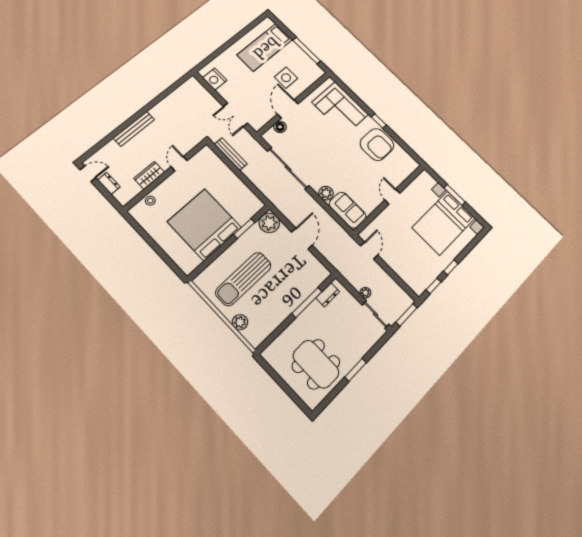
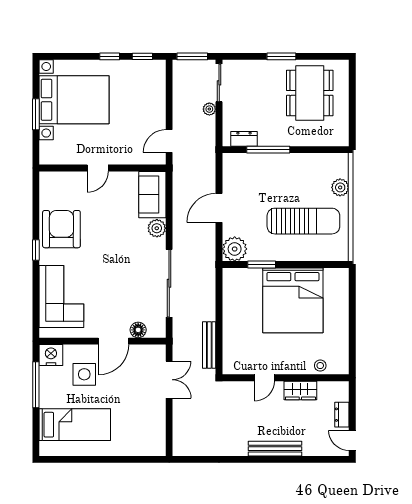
nightstand: (215, 79) -> (51, 355), moved, turned -90

